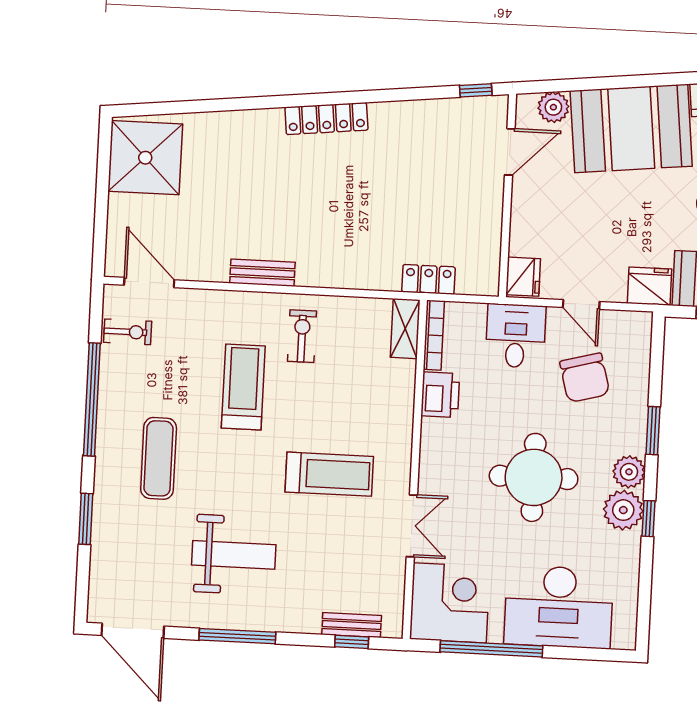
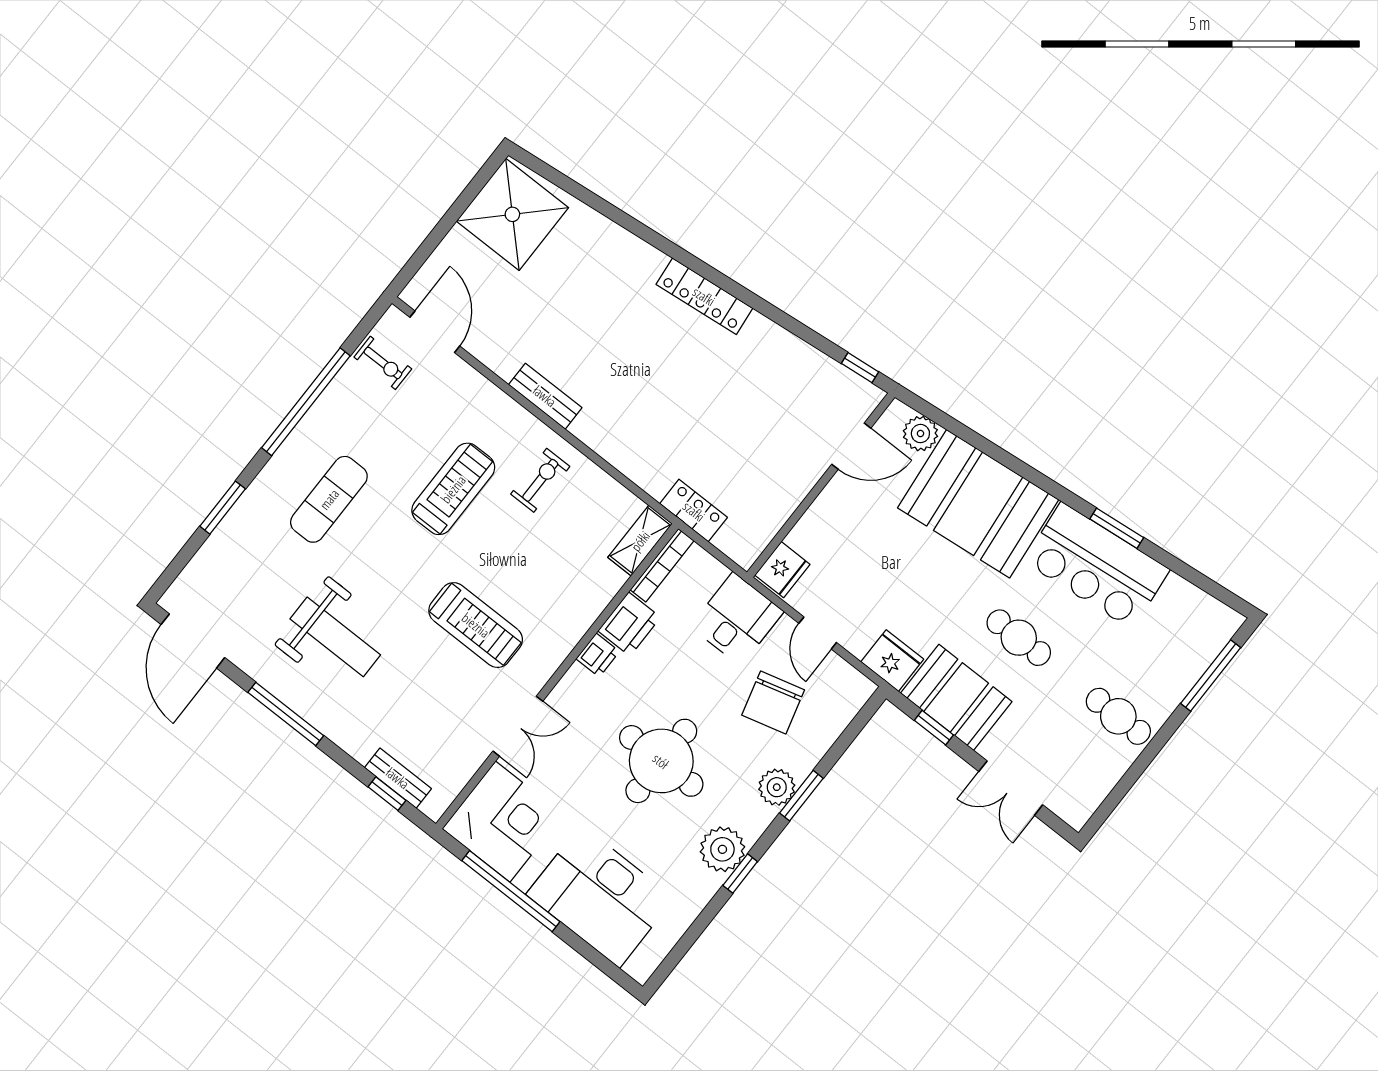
printer: (433, 433) -> (598, 655), added
plant: (629, 472) -> (777, 787), moved

